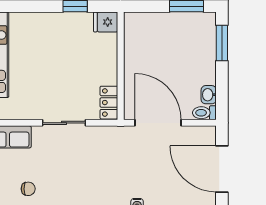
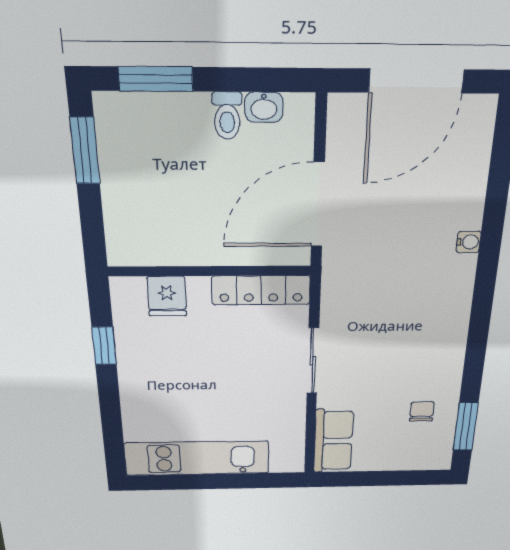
fridge: (106, 22) -> (167, 296), moved
locker: (109, 103) -> (261, 290), width x1.53
toilet: (204, 113) -> (227, 116), moved

